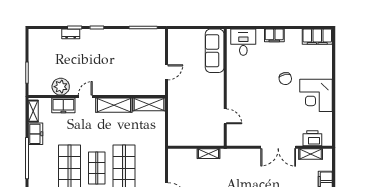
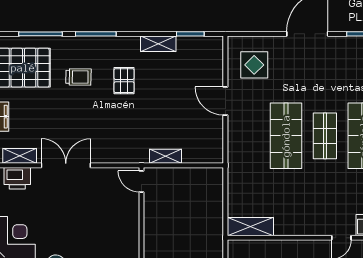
shelving: (114, 105) -> (300, 225), removed
door: (225, 116) -> (141, 181), moved

